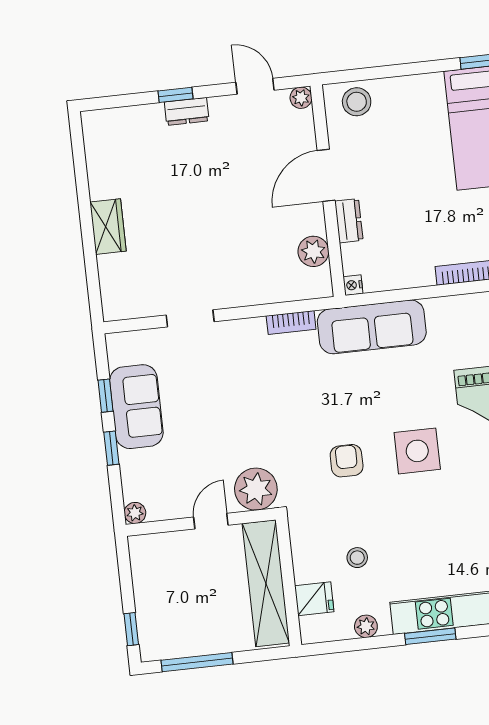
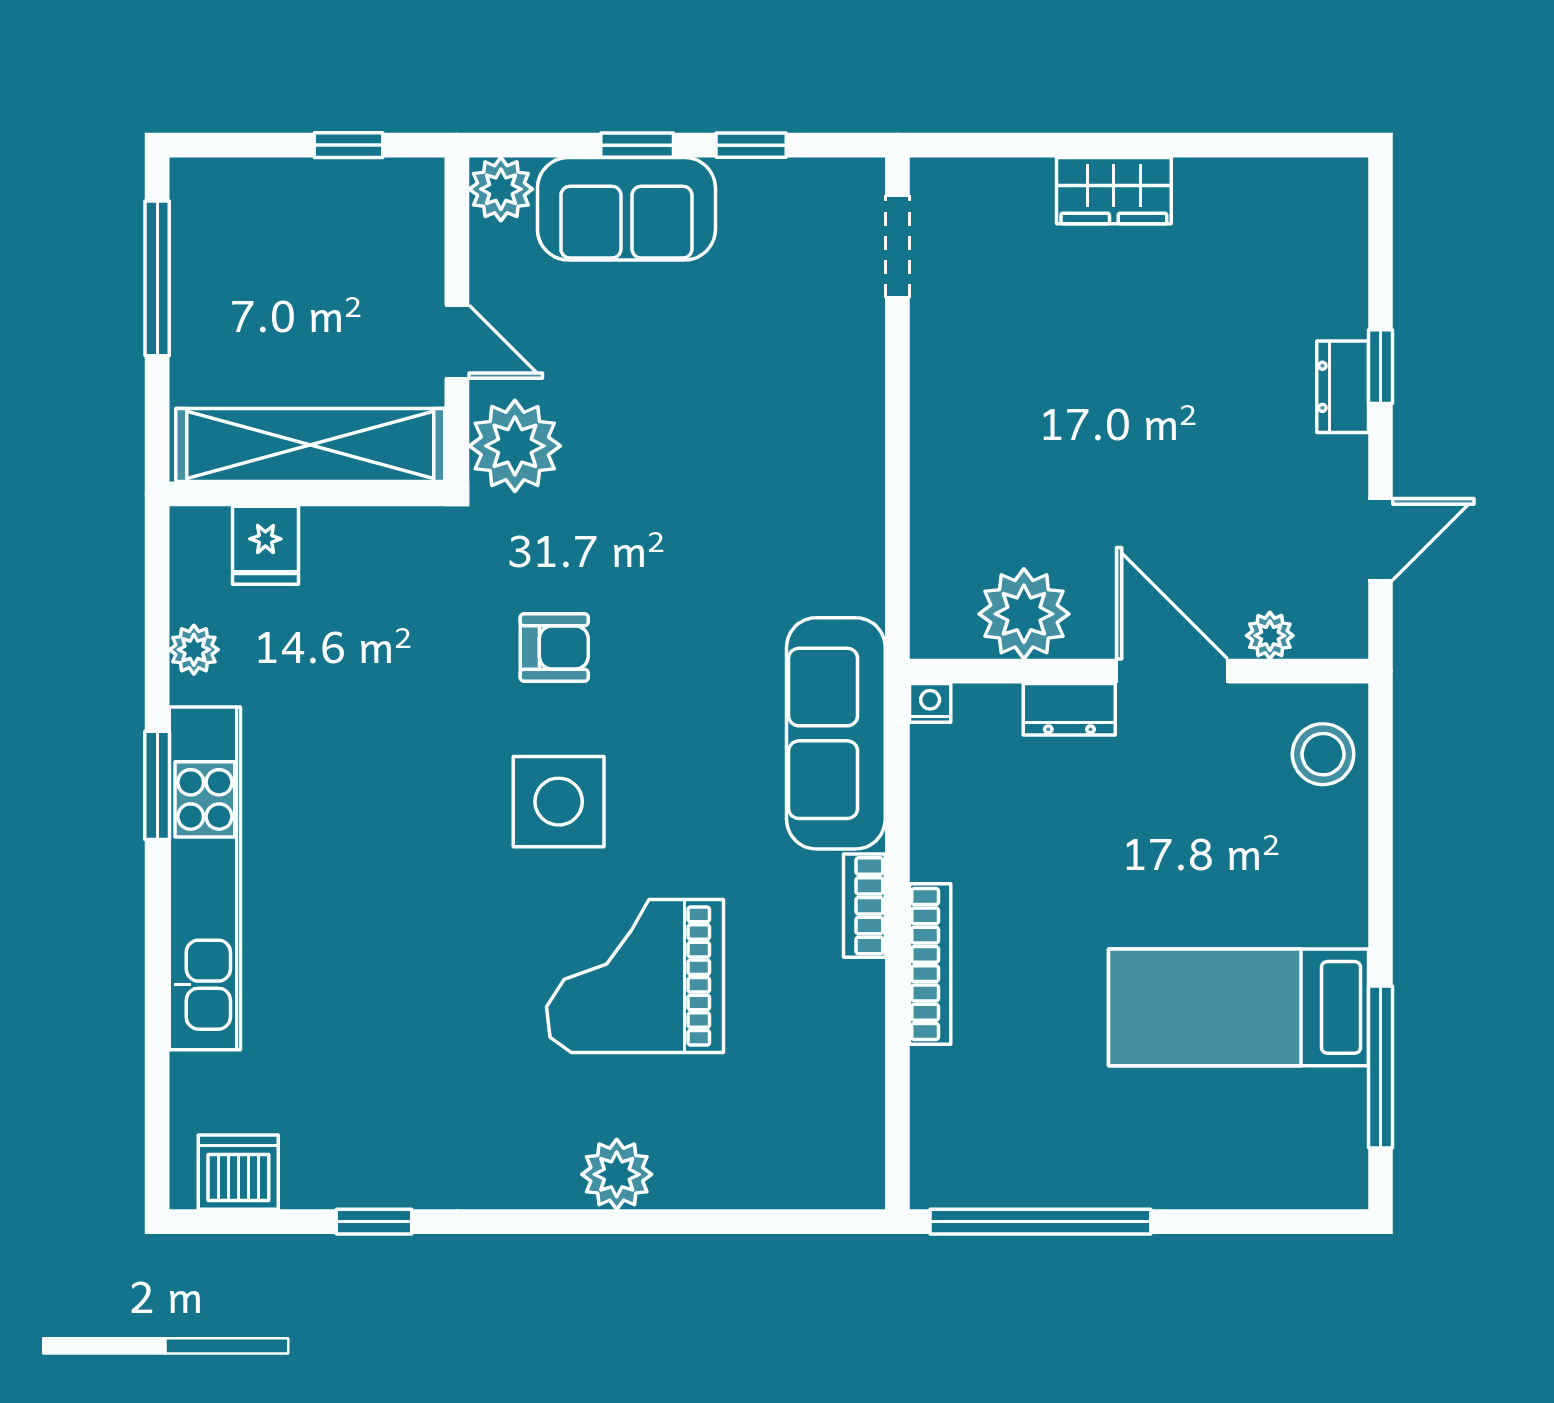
plant: (301, 98) -> (1270, 636), moved
plant: (313, 251) -> (1024, 614), width x1.36, depth x1.36
doorway: (190, 318) -> (897, 247), moved
bookcase: (291, 322) -> (864, 906), moved
sofa: (136, 407) -> (626, 209), moved
plant: (135, 513) -> (501, 189), width x1.38, depth x1.38
stool: (357, 558) -> (344, 647), removed
window: (131, 629) -> (348, 145), moved

